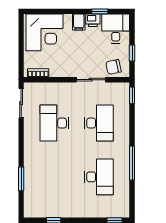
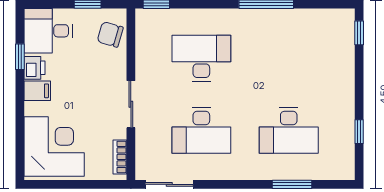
chair: (113, 67) -> (110, 34), turned 118
sliding door: (91, 80) -> (131, 104), moved
desk: (99, 177) -> (289, 130), moved, turned 180

